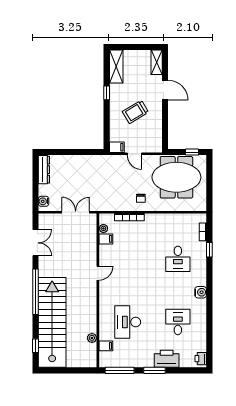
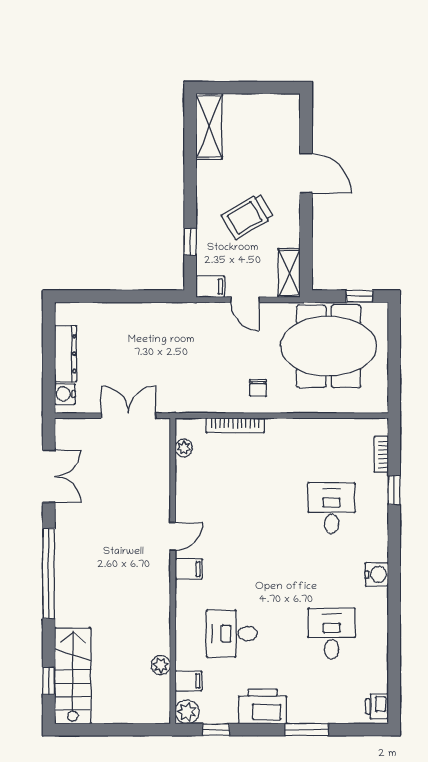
shelving: (157, 62) -> (289, 273), moved
window: (107, 93) -> (190, 242), moved
dresser: (44, 170) -> (66, 354), moved
filing cabinet: (106, 239) -> (189, 569), moved
desk: (178, 259) -> (331, 508), turned 180
stairs: (52, 322) -> (73, 676), width x0.54, depth x0.66
desk: (128, 322) -> (232, 634), width x0.73
printer: (167, 359) -> (263, 706), moved
plant: (105, 361) -> (187, 712), added
window: (120, 370) -> (216, 730), width x0.46
window: (155, 370) -> (307, 730), moved

